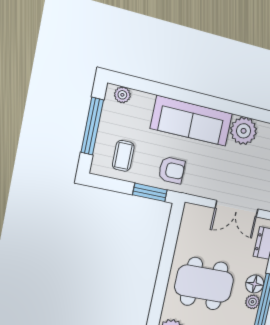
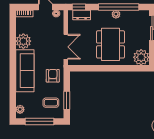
window: (150, 192) -> (67, 100), moved
double door: (237, 209) -> (66, 47), moved
floor lamp: (255, 284) -> (106, 15), removed

